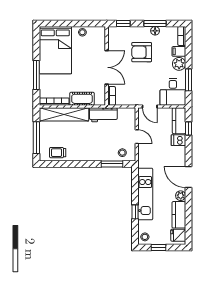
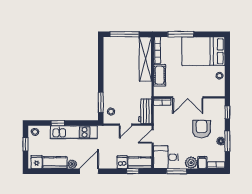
workbench: (103, 115) -> (145, 111), moved
trolley: (58, 153) -> (111, 53), removed

